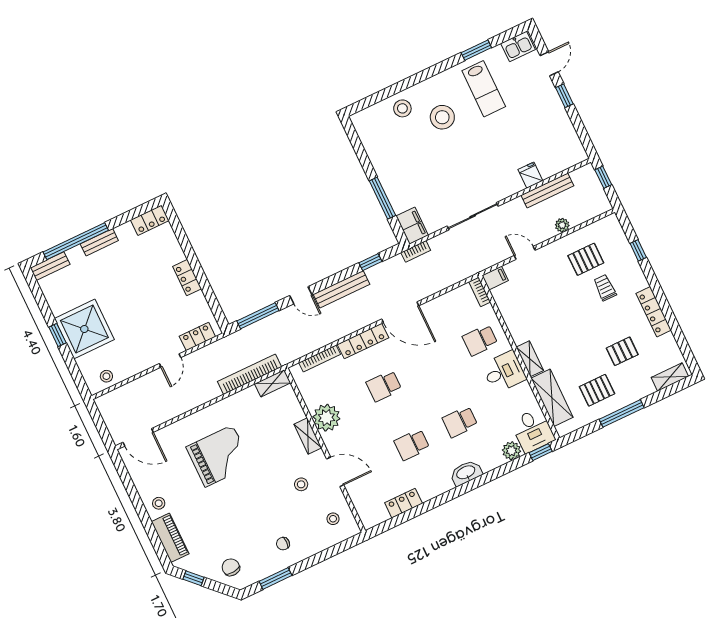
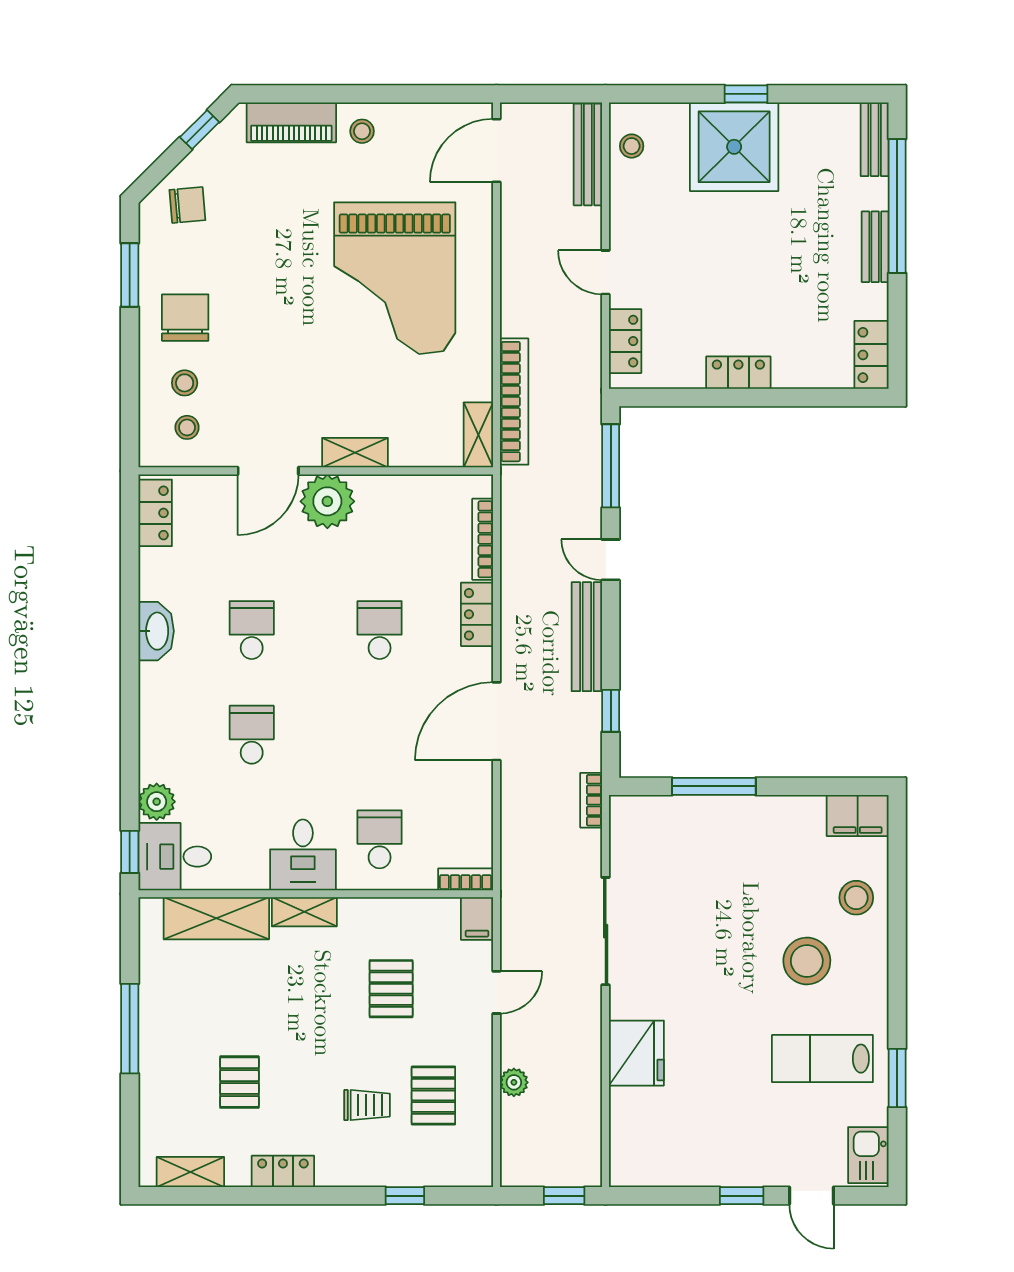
fridge: (530, 175) -> (636, 1053), width x1.88, depth x1.34
bench: (547, 190) -> (588, 155), moved
filing cabinet: (412, 226) -> (858, 816), moved
door: (301, 295) -> (611, 560), hinge flipped
locker: (654, 312) -> (283, 1171), width x0.66
locker: (363, 341) -> (477, 614), width x0.66
shelving: (670, 377) -> (190, 1172), moved, turned 90
pallet: (597, 390) -> (391, 989), moved
plant: (326, 418) -> (327, 501), moved
grand piano: (219, 456) -> (395, 278), width x1.37, depth x1.48
washbasin: (466, 473) -> (156, 631), moved
stool: (301, 484) -> (185, 383), moved
locker: (404, 503) -> (155, 513), moved
chair: (283, 544) -> (185, 318), width x1.87, depth x1.87

